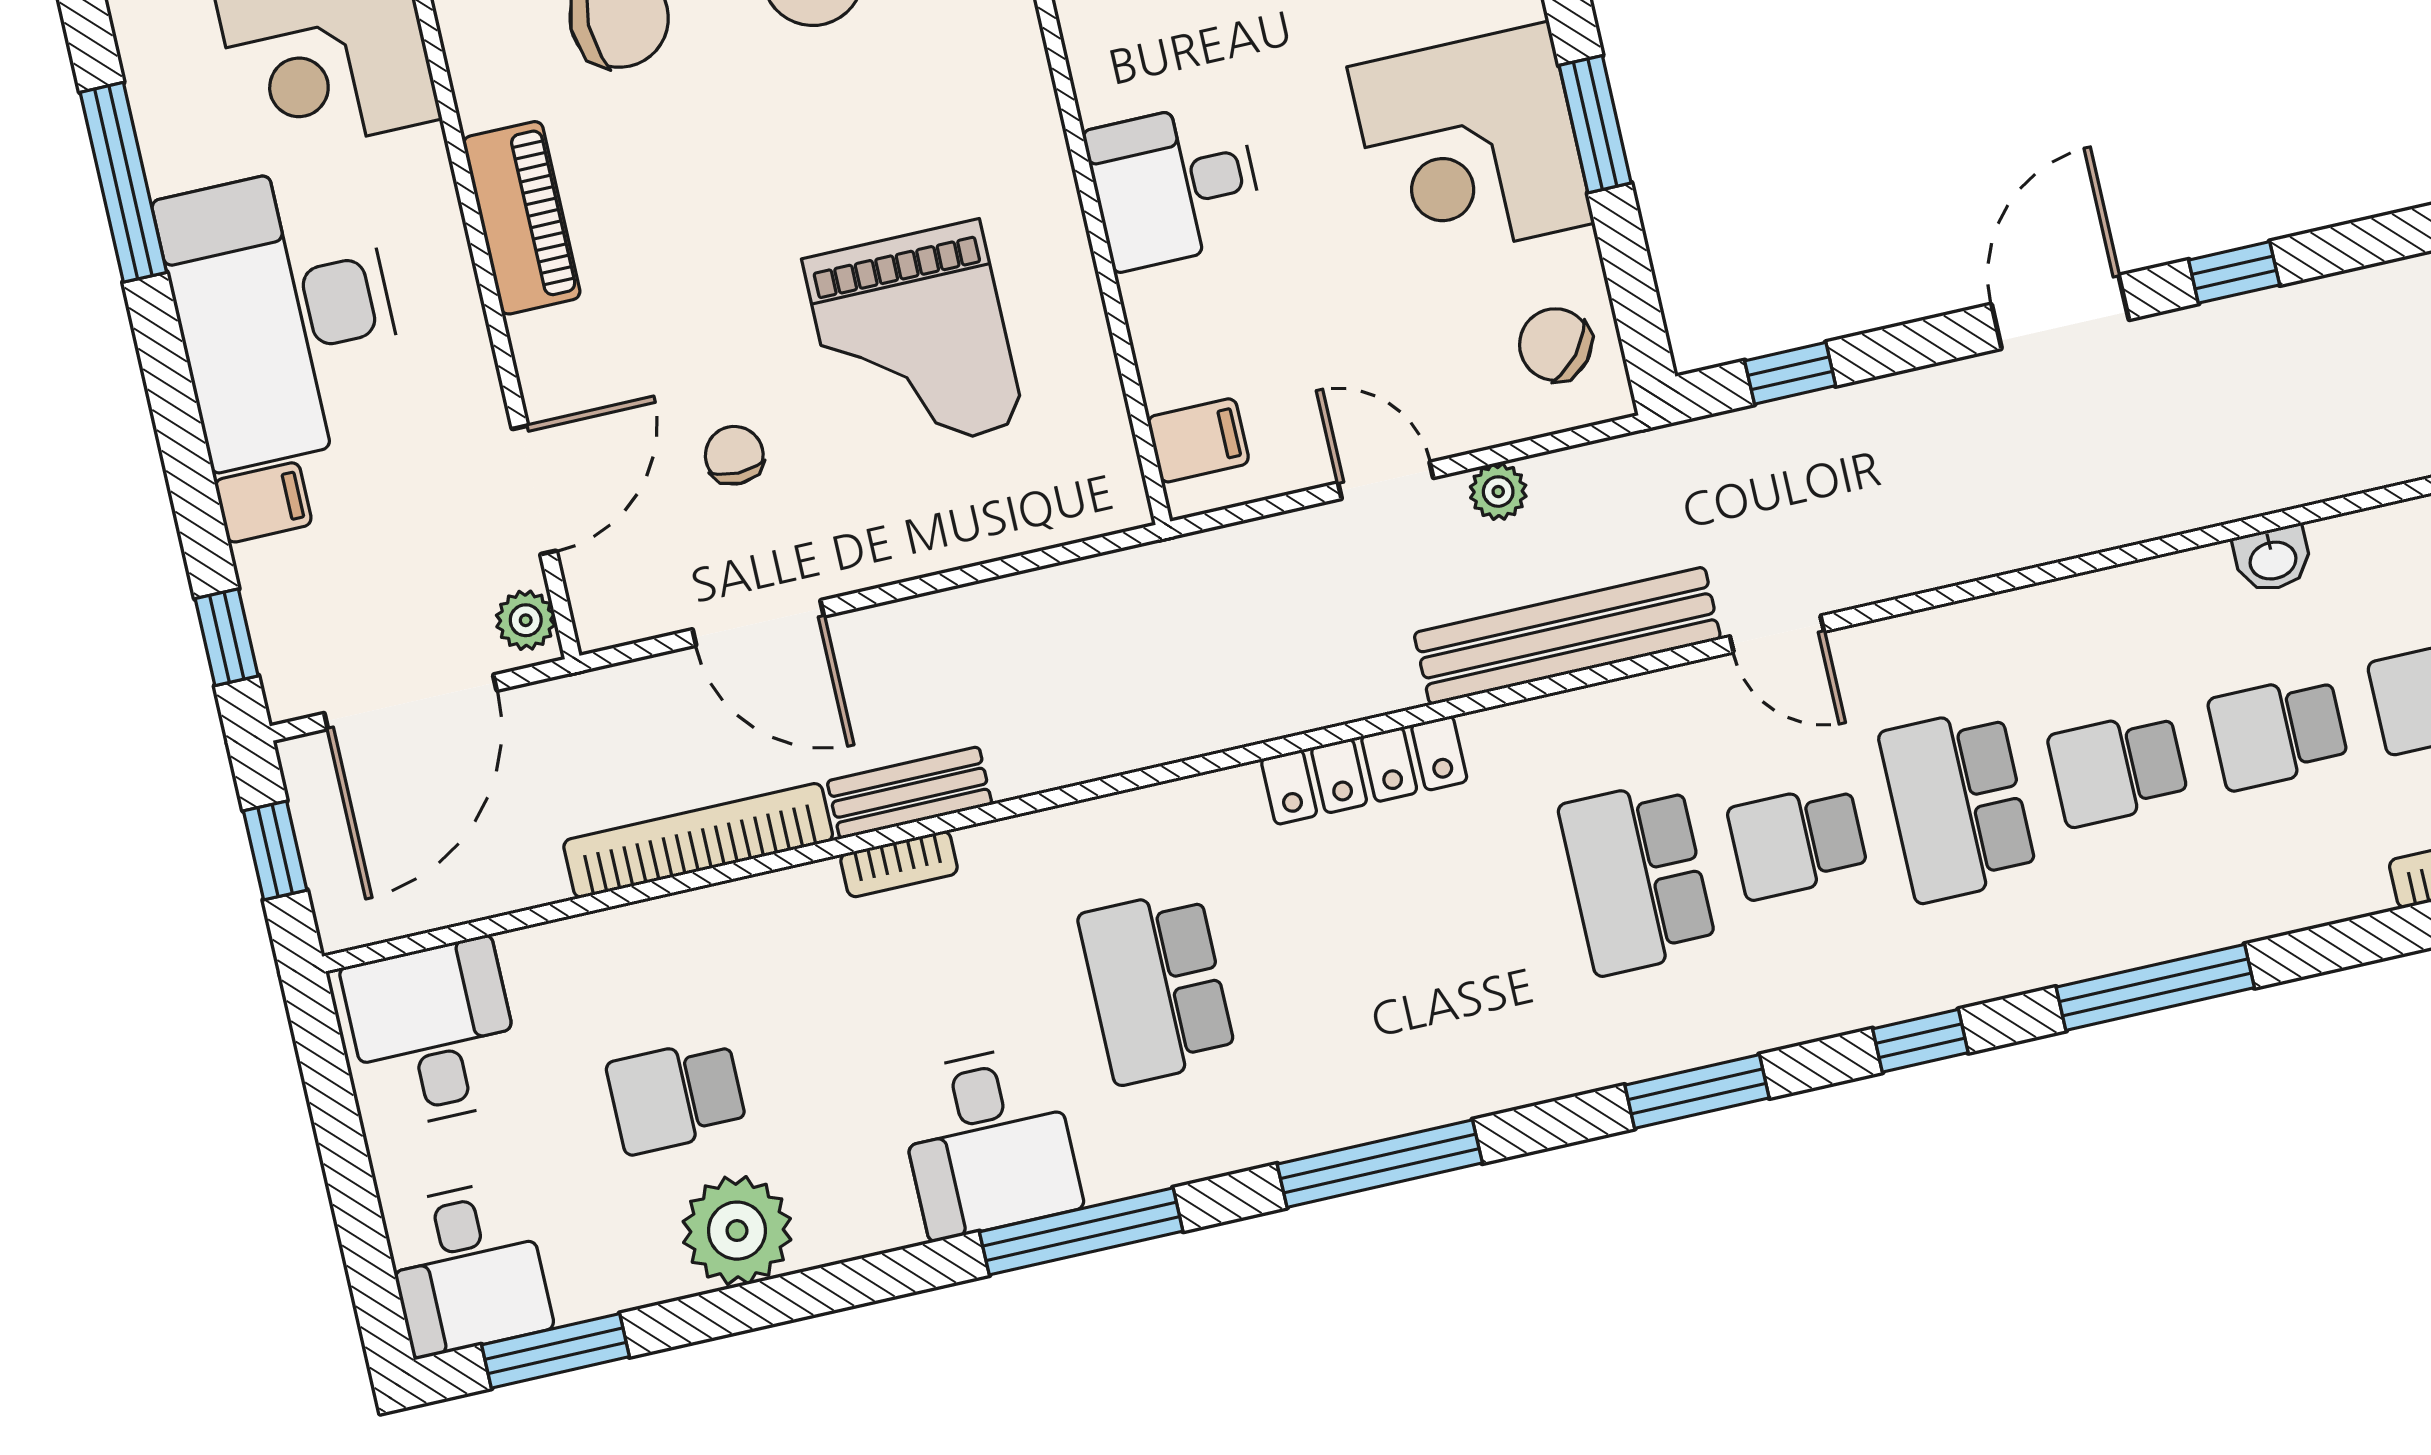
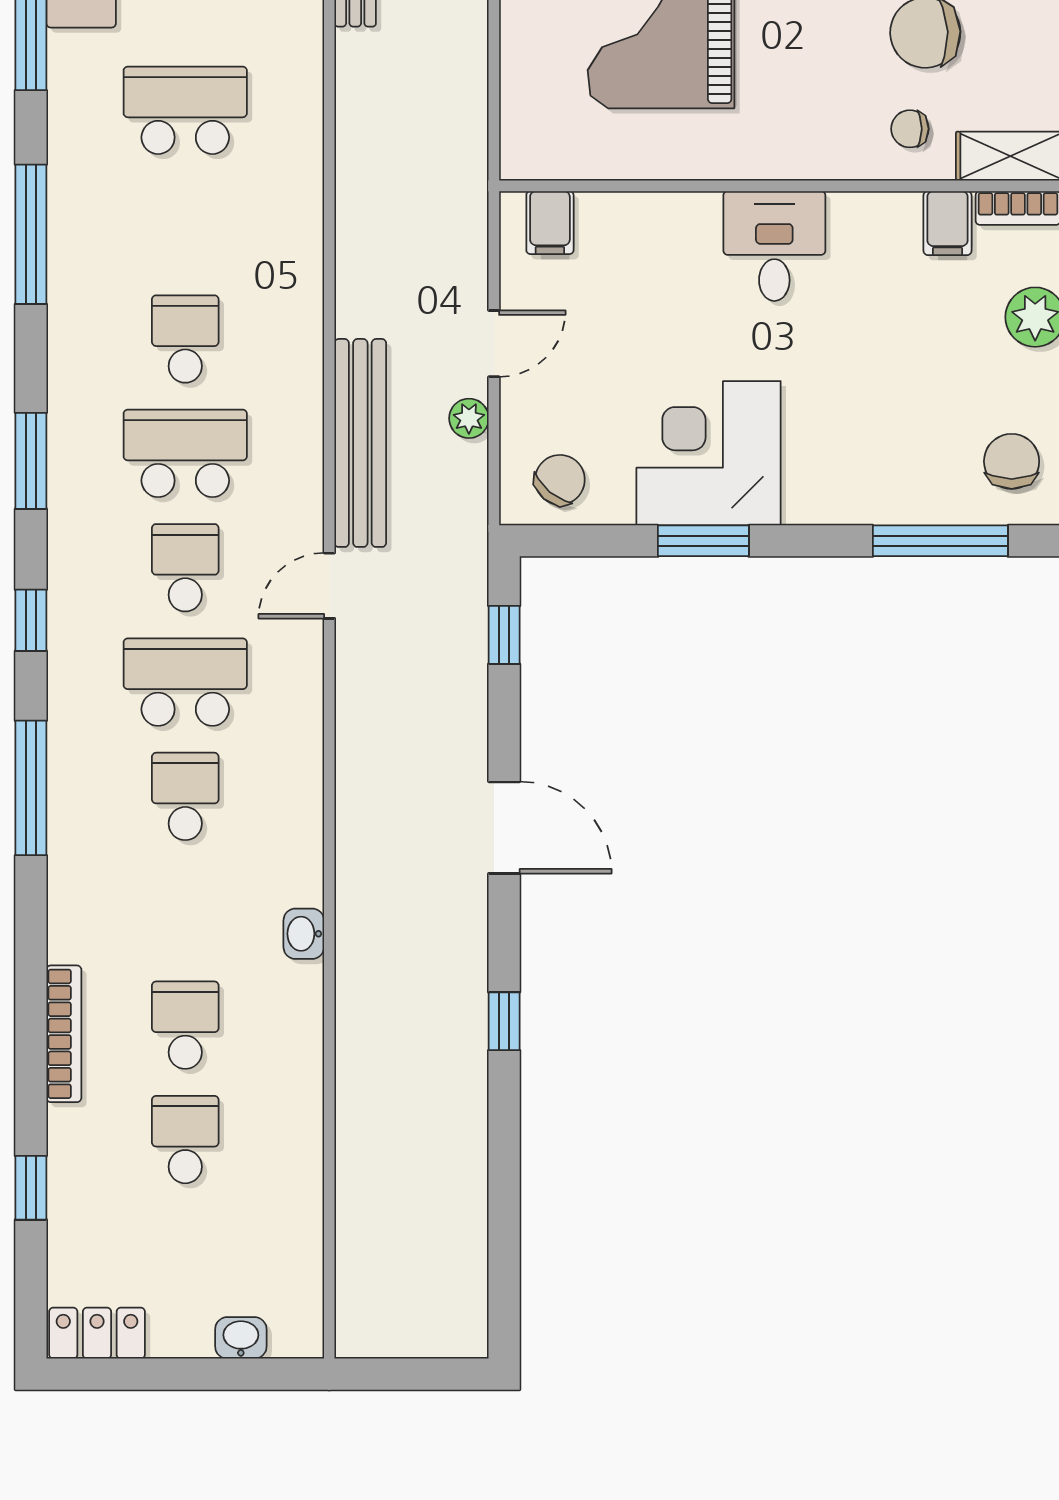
desk: (1175, 185) -> (774, 246), moved
window: (2234, 272) -> (504, 1021), moved
school desk: (2278, 732) -> (185, 339), moved
locker: (1364, 770) -> (300, 284), removed

